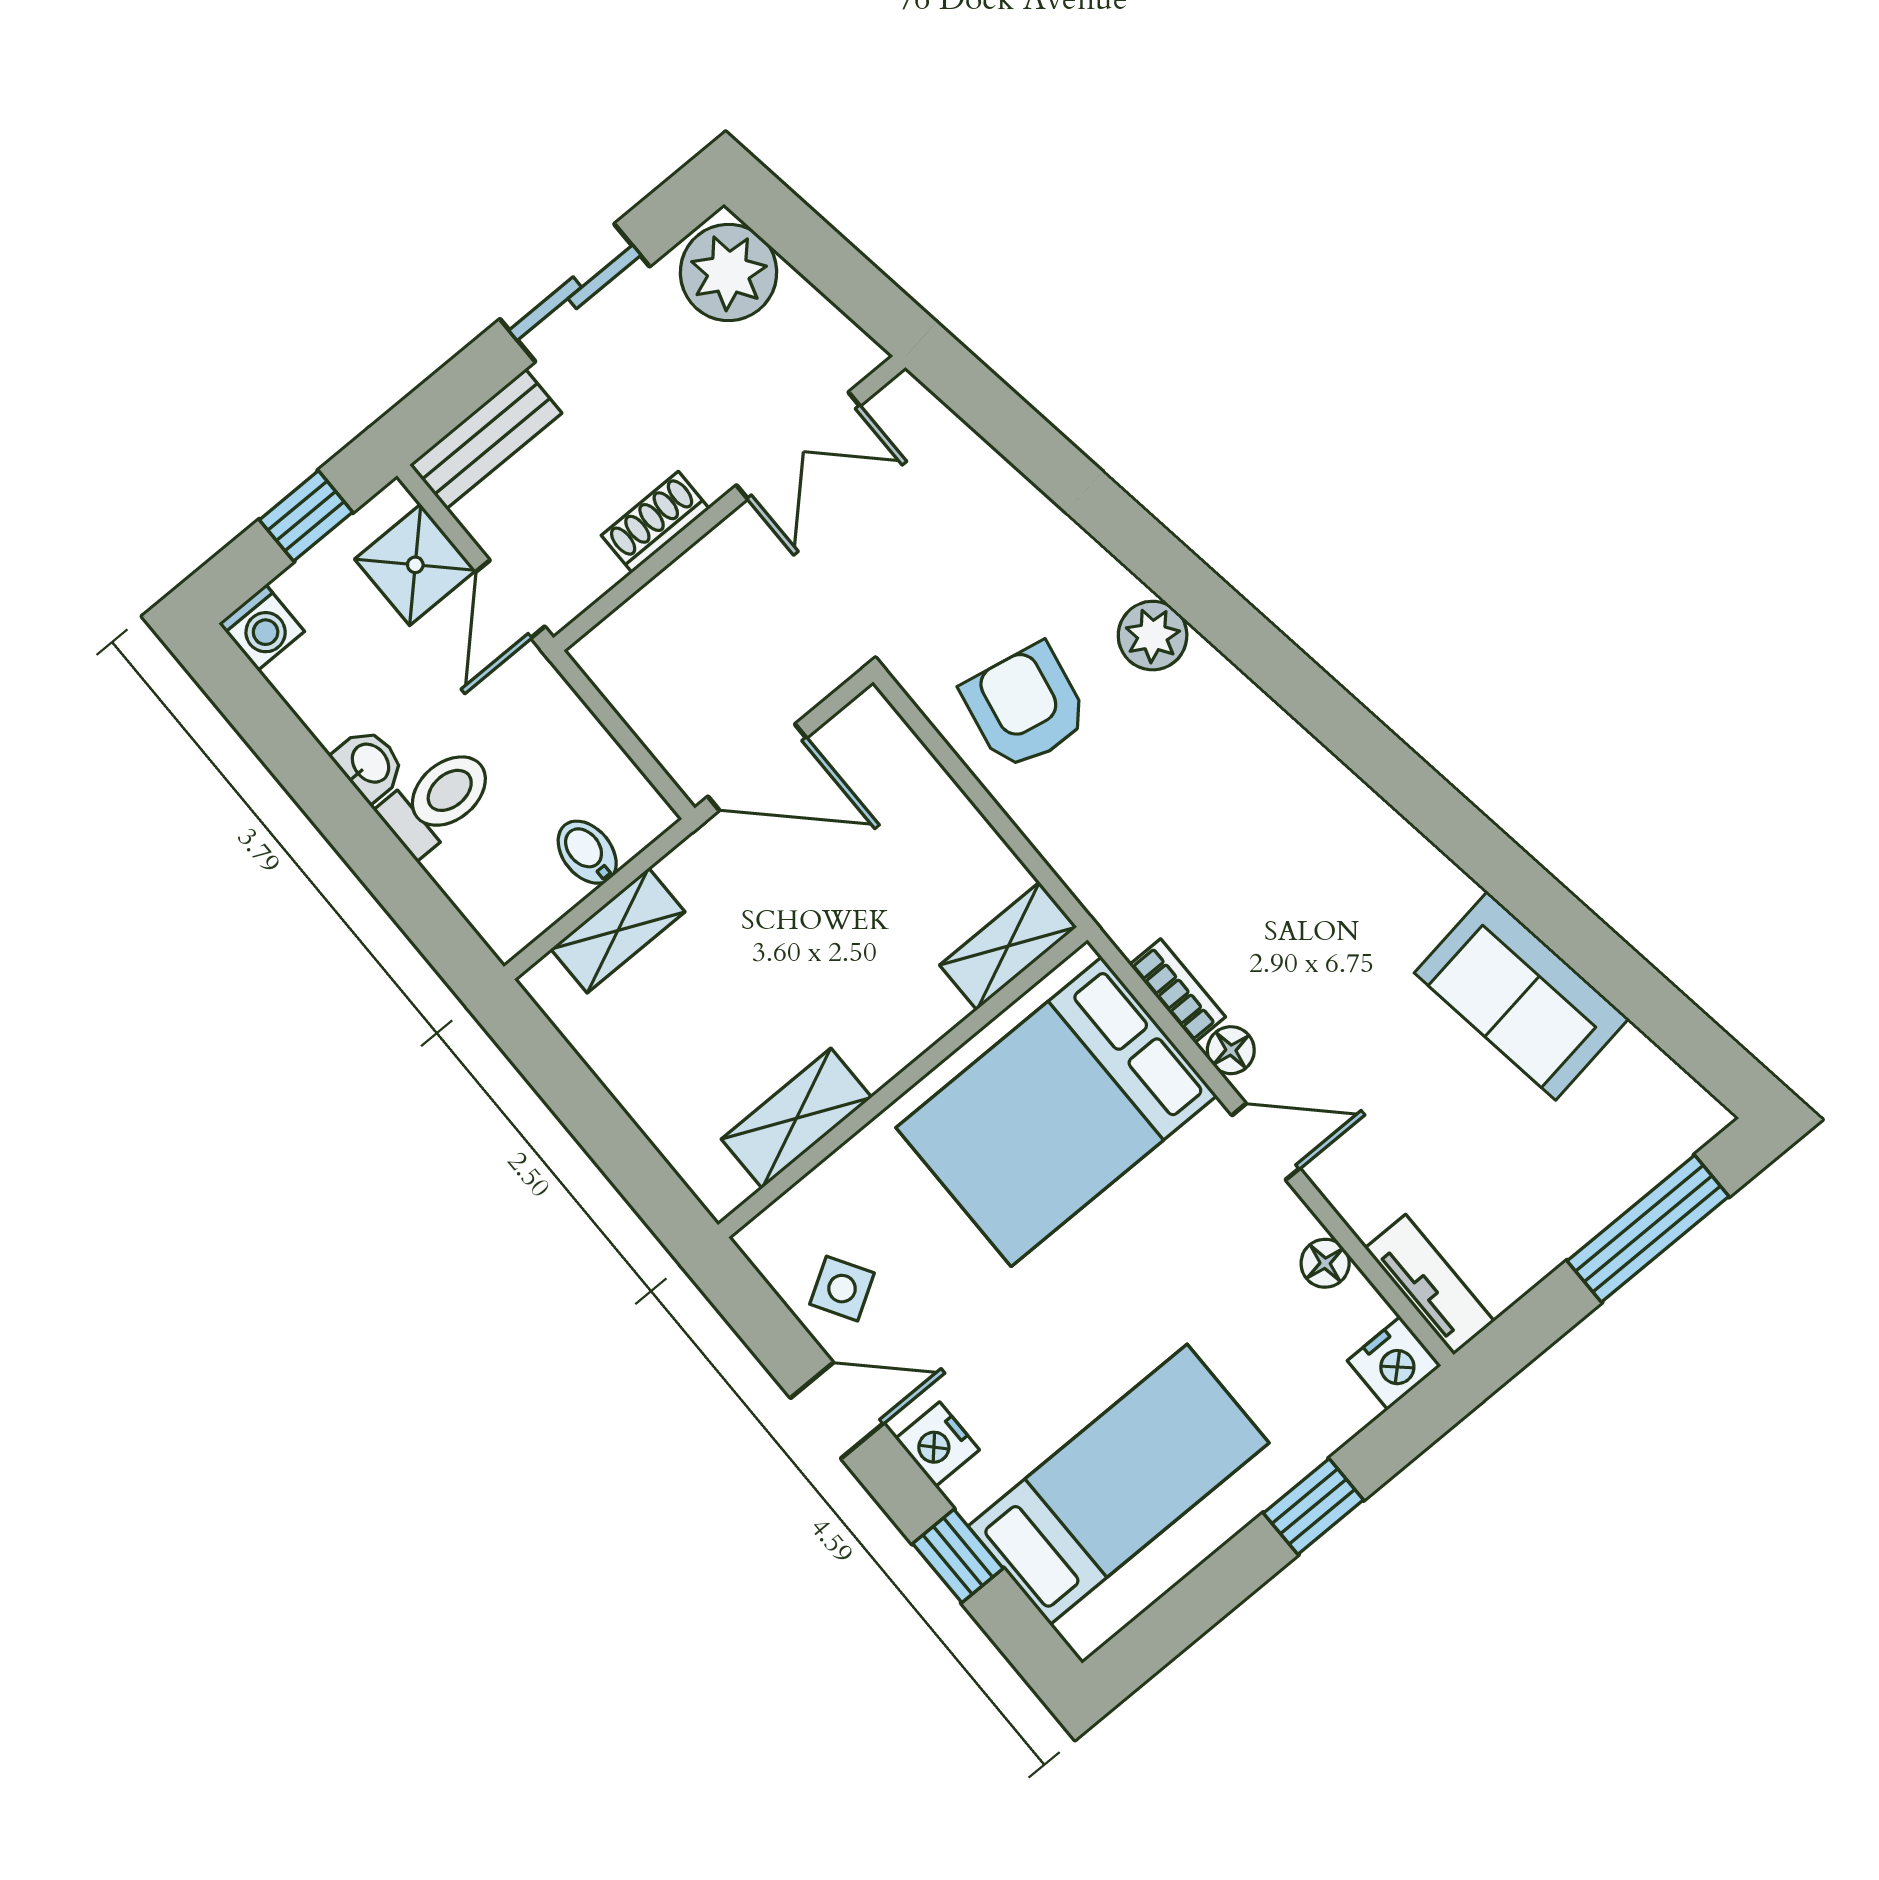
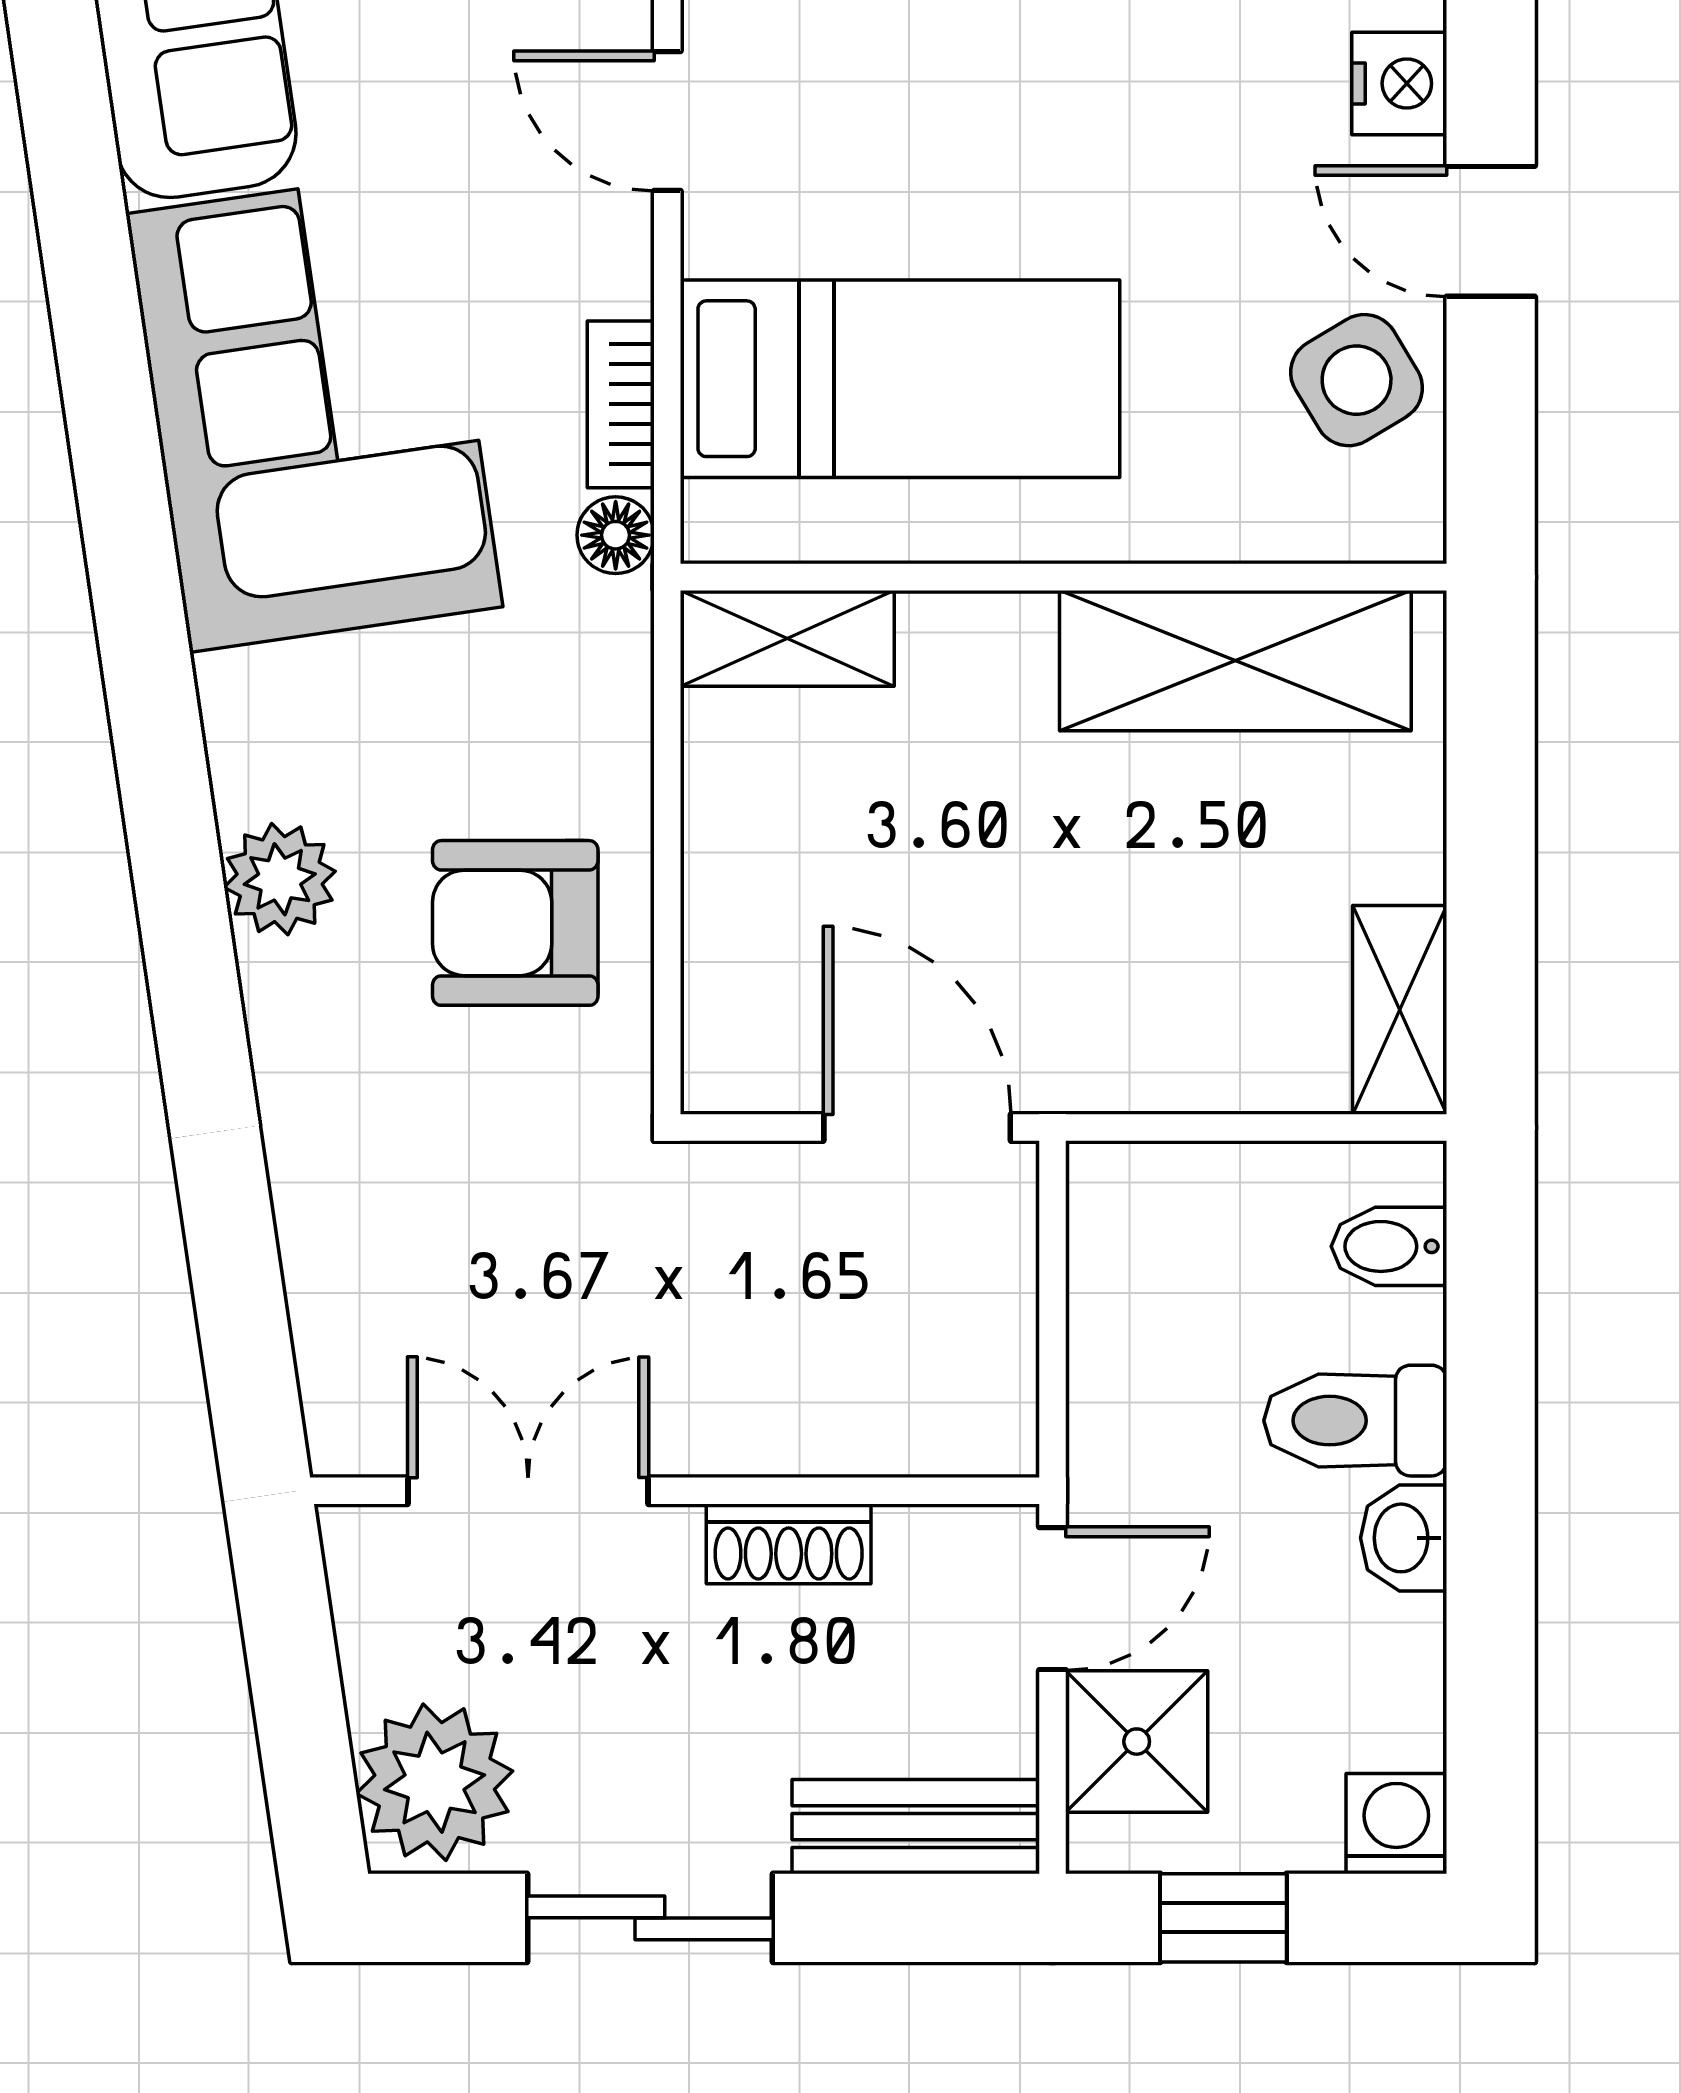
armchair: (1025, 707) -> (515, 923), turned 79
bidet: (587, 852) -> (1389, 1246), moved, turned 90
corner sofa: (1319, 869) -> (314, 410), added
shelving: (618, 930) -> (1400, 1010), moved, turned 90
floor lamp: (1231, 1050) -> (616, 535), moved
bed: (1057, 1112) -> (900, 379), width x0.67
shelving: (796, 1118) -> (1235, 661), width x1.50, depth x1.33
side table: (842, 1289) -> (1357, 380), width x1.37, depth x1.37

